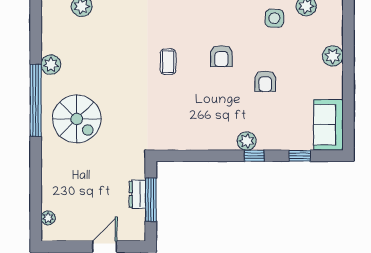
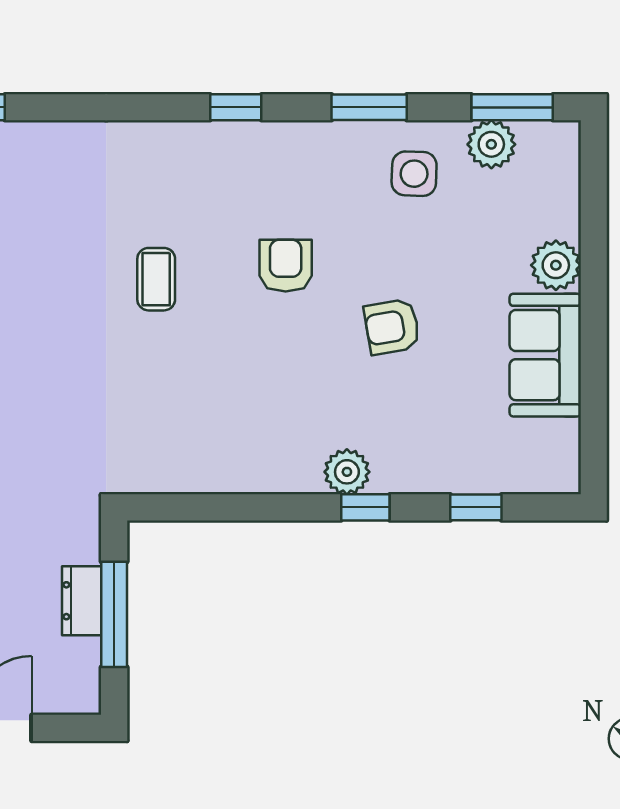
armchair: (221, 56) -> (286, 266), turned 180
armchair: (265, 81) -> (392, 327), turned 80
sofa: (328, 125) -> (545, 355), moved

